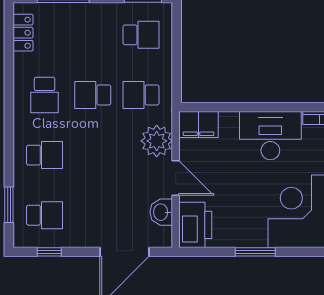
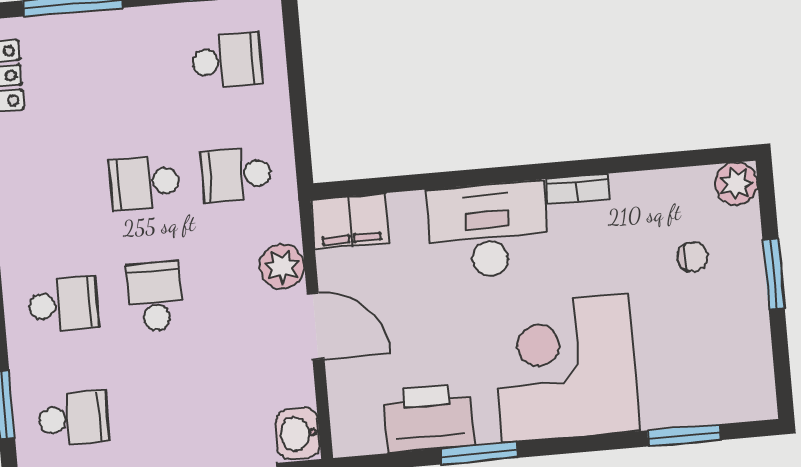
school desk: (45, 95) -> (155, 297), moved, turned 180
plant: (157, 141) -> (282, 267), width x0.73, depth x0.73
washbasin: (161, 212) -> (298, 433), moved
printer: (195, 225) -> (428, 418), moved, turned -90

